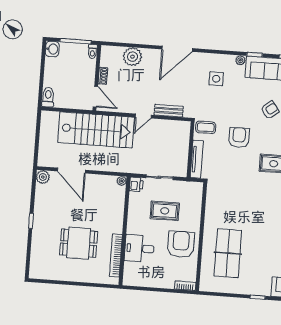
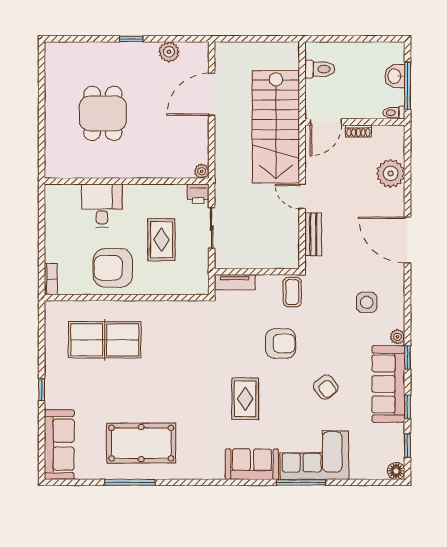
washbasin: (52, 49) -> (395, 76), moved, turned 90
toilet: (48, 97) -> (320, 69), moved
tv unit: (197, 159) -> (235, 282), width x0.71
plant: (43, 177) -> (169, 52), moved
armchair: (181, 244) -> (113, 268), turned 180
bookcase: (116, 255) -> (89, 171), removed

